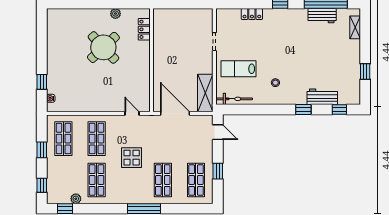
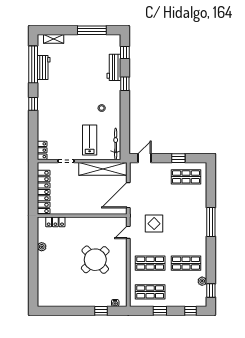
locker: (252, 14) -> (42, 150), moved
locker: (179, 16) -> (44, 192), added
round table: (103, 47) -> (95, 260), moved
lab bench: (238, 69) -> (90, 140), turned 180
window: (365, 71) -> (92, 30), width x2.17
shelving: (205, 93) -> (103, 169), width x1.47
display table: (132, 158) -> (154, 224), moved
shop shelf: (163, 180) -> (186, 206), removed

